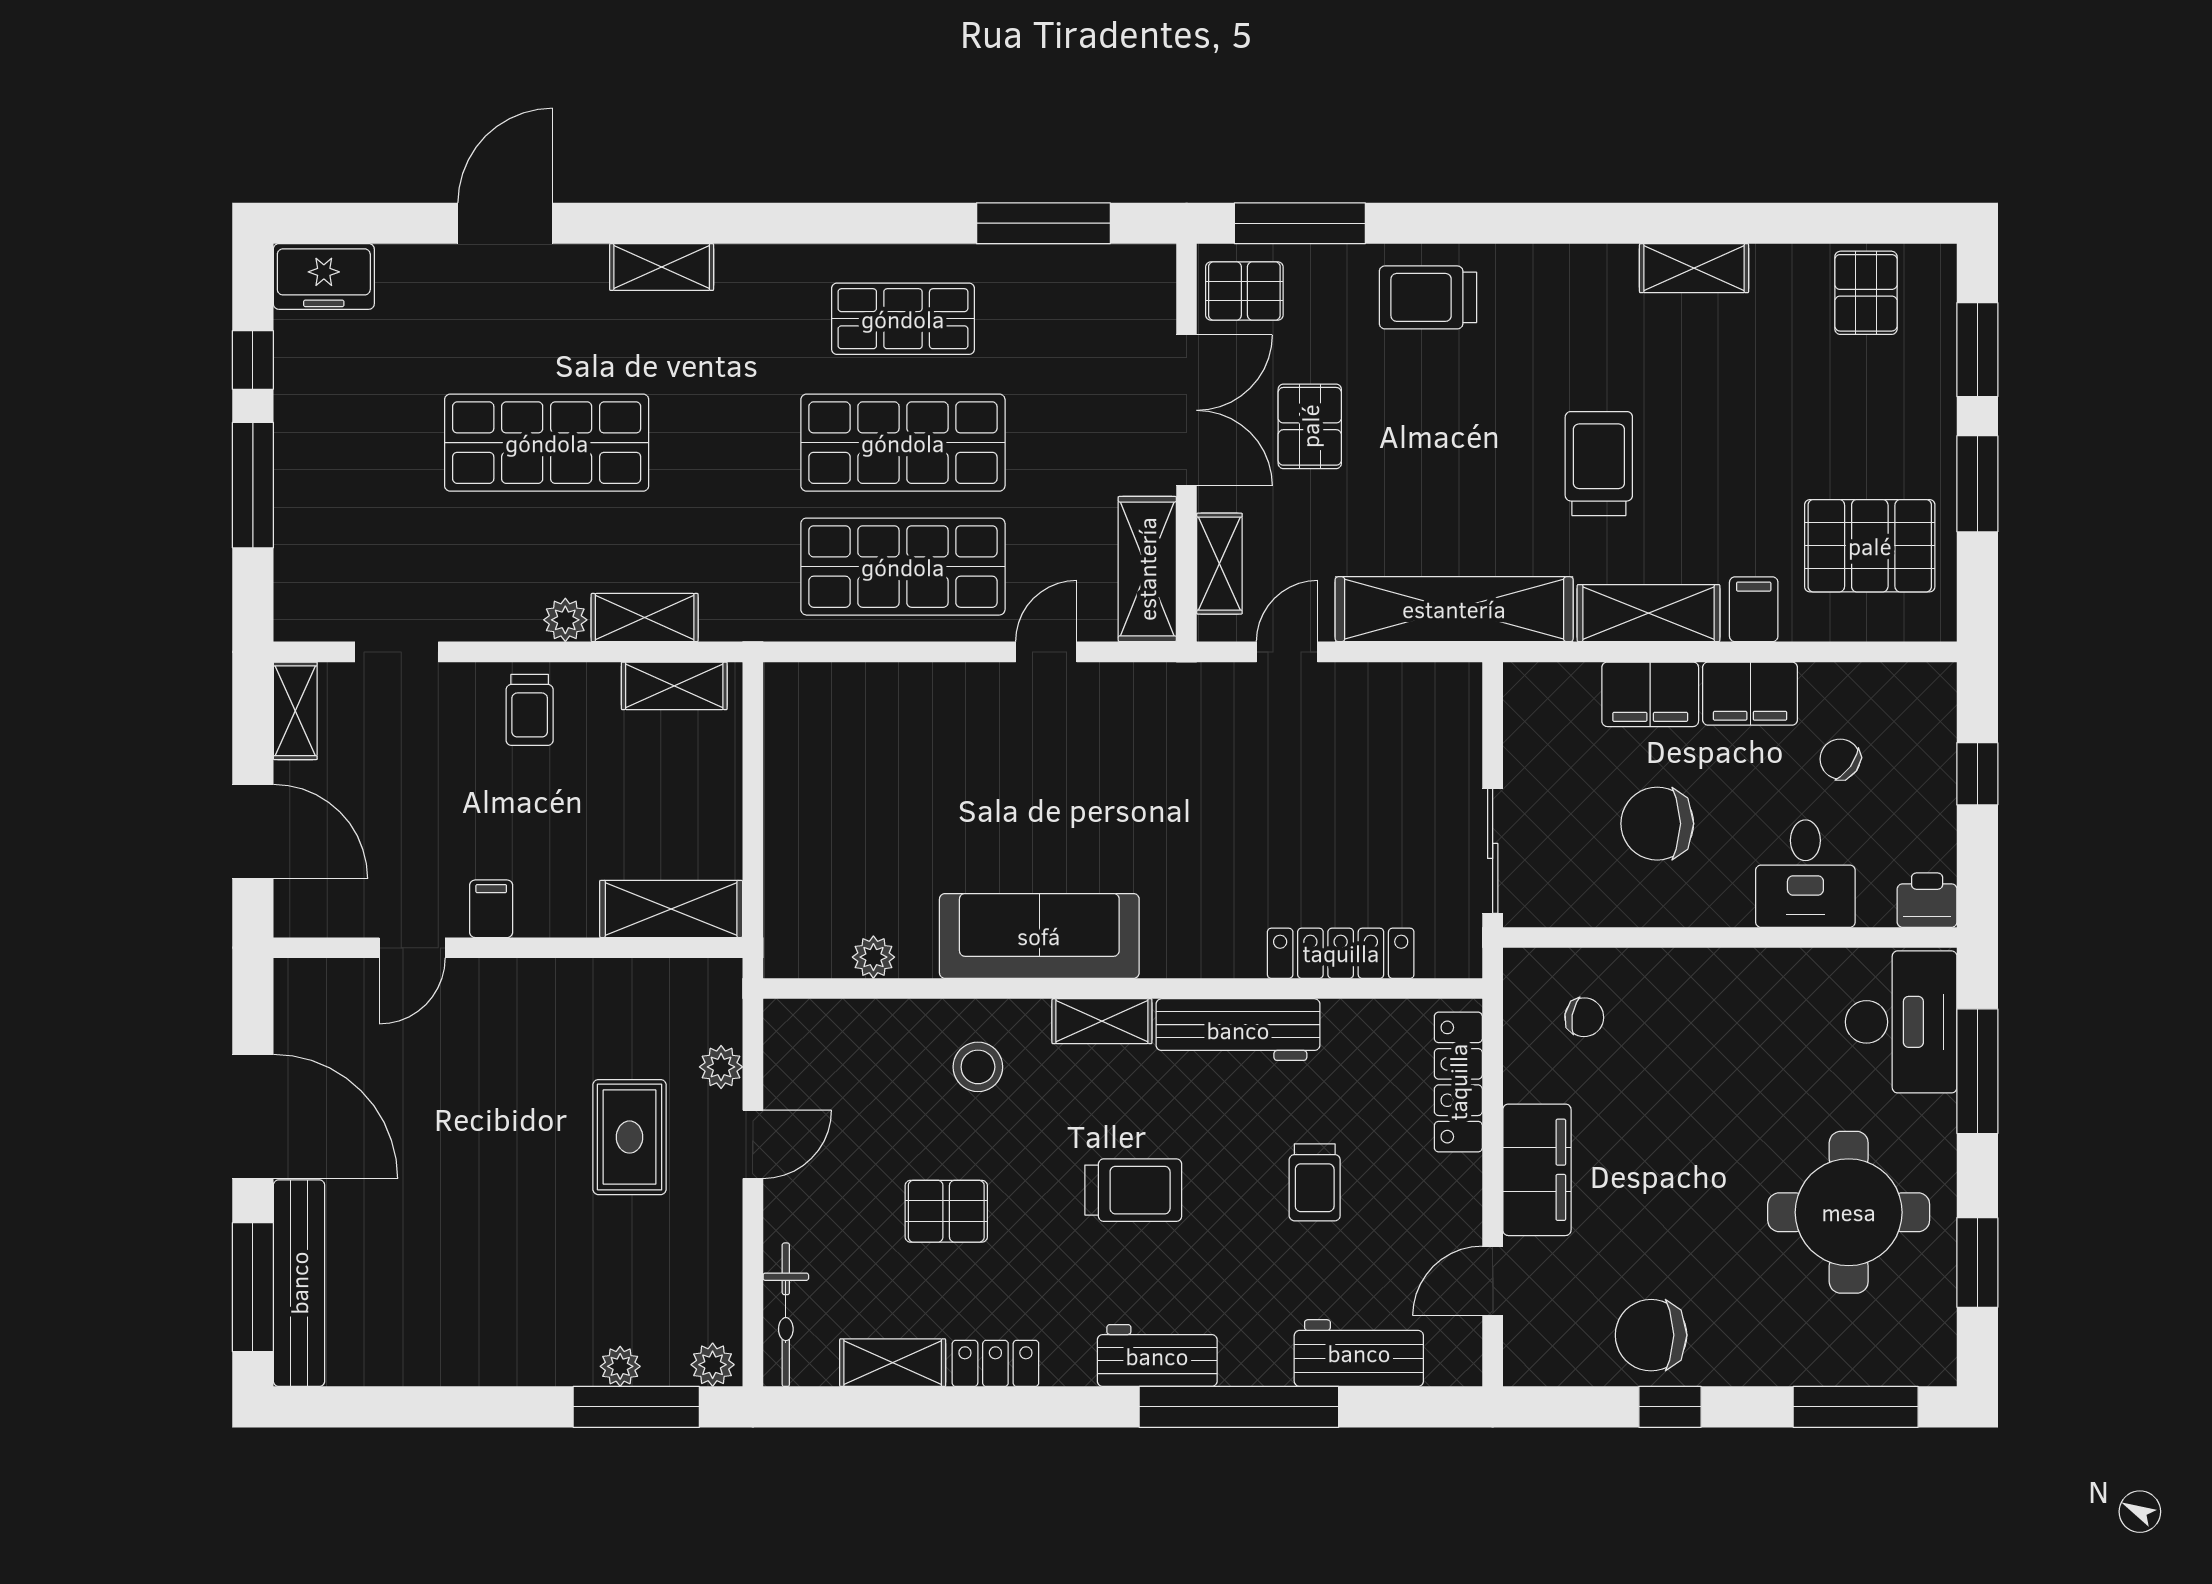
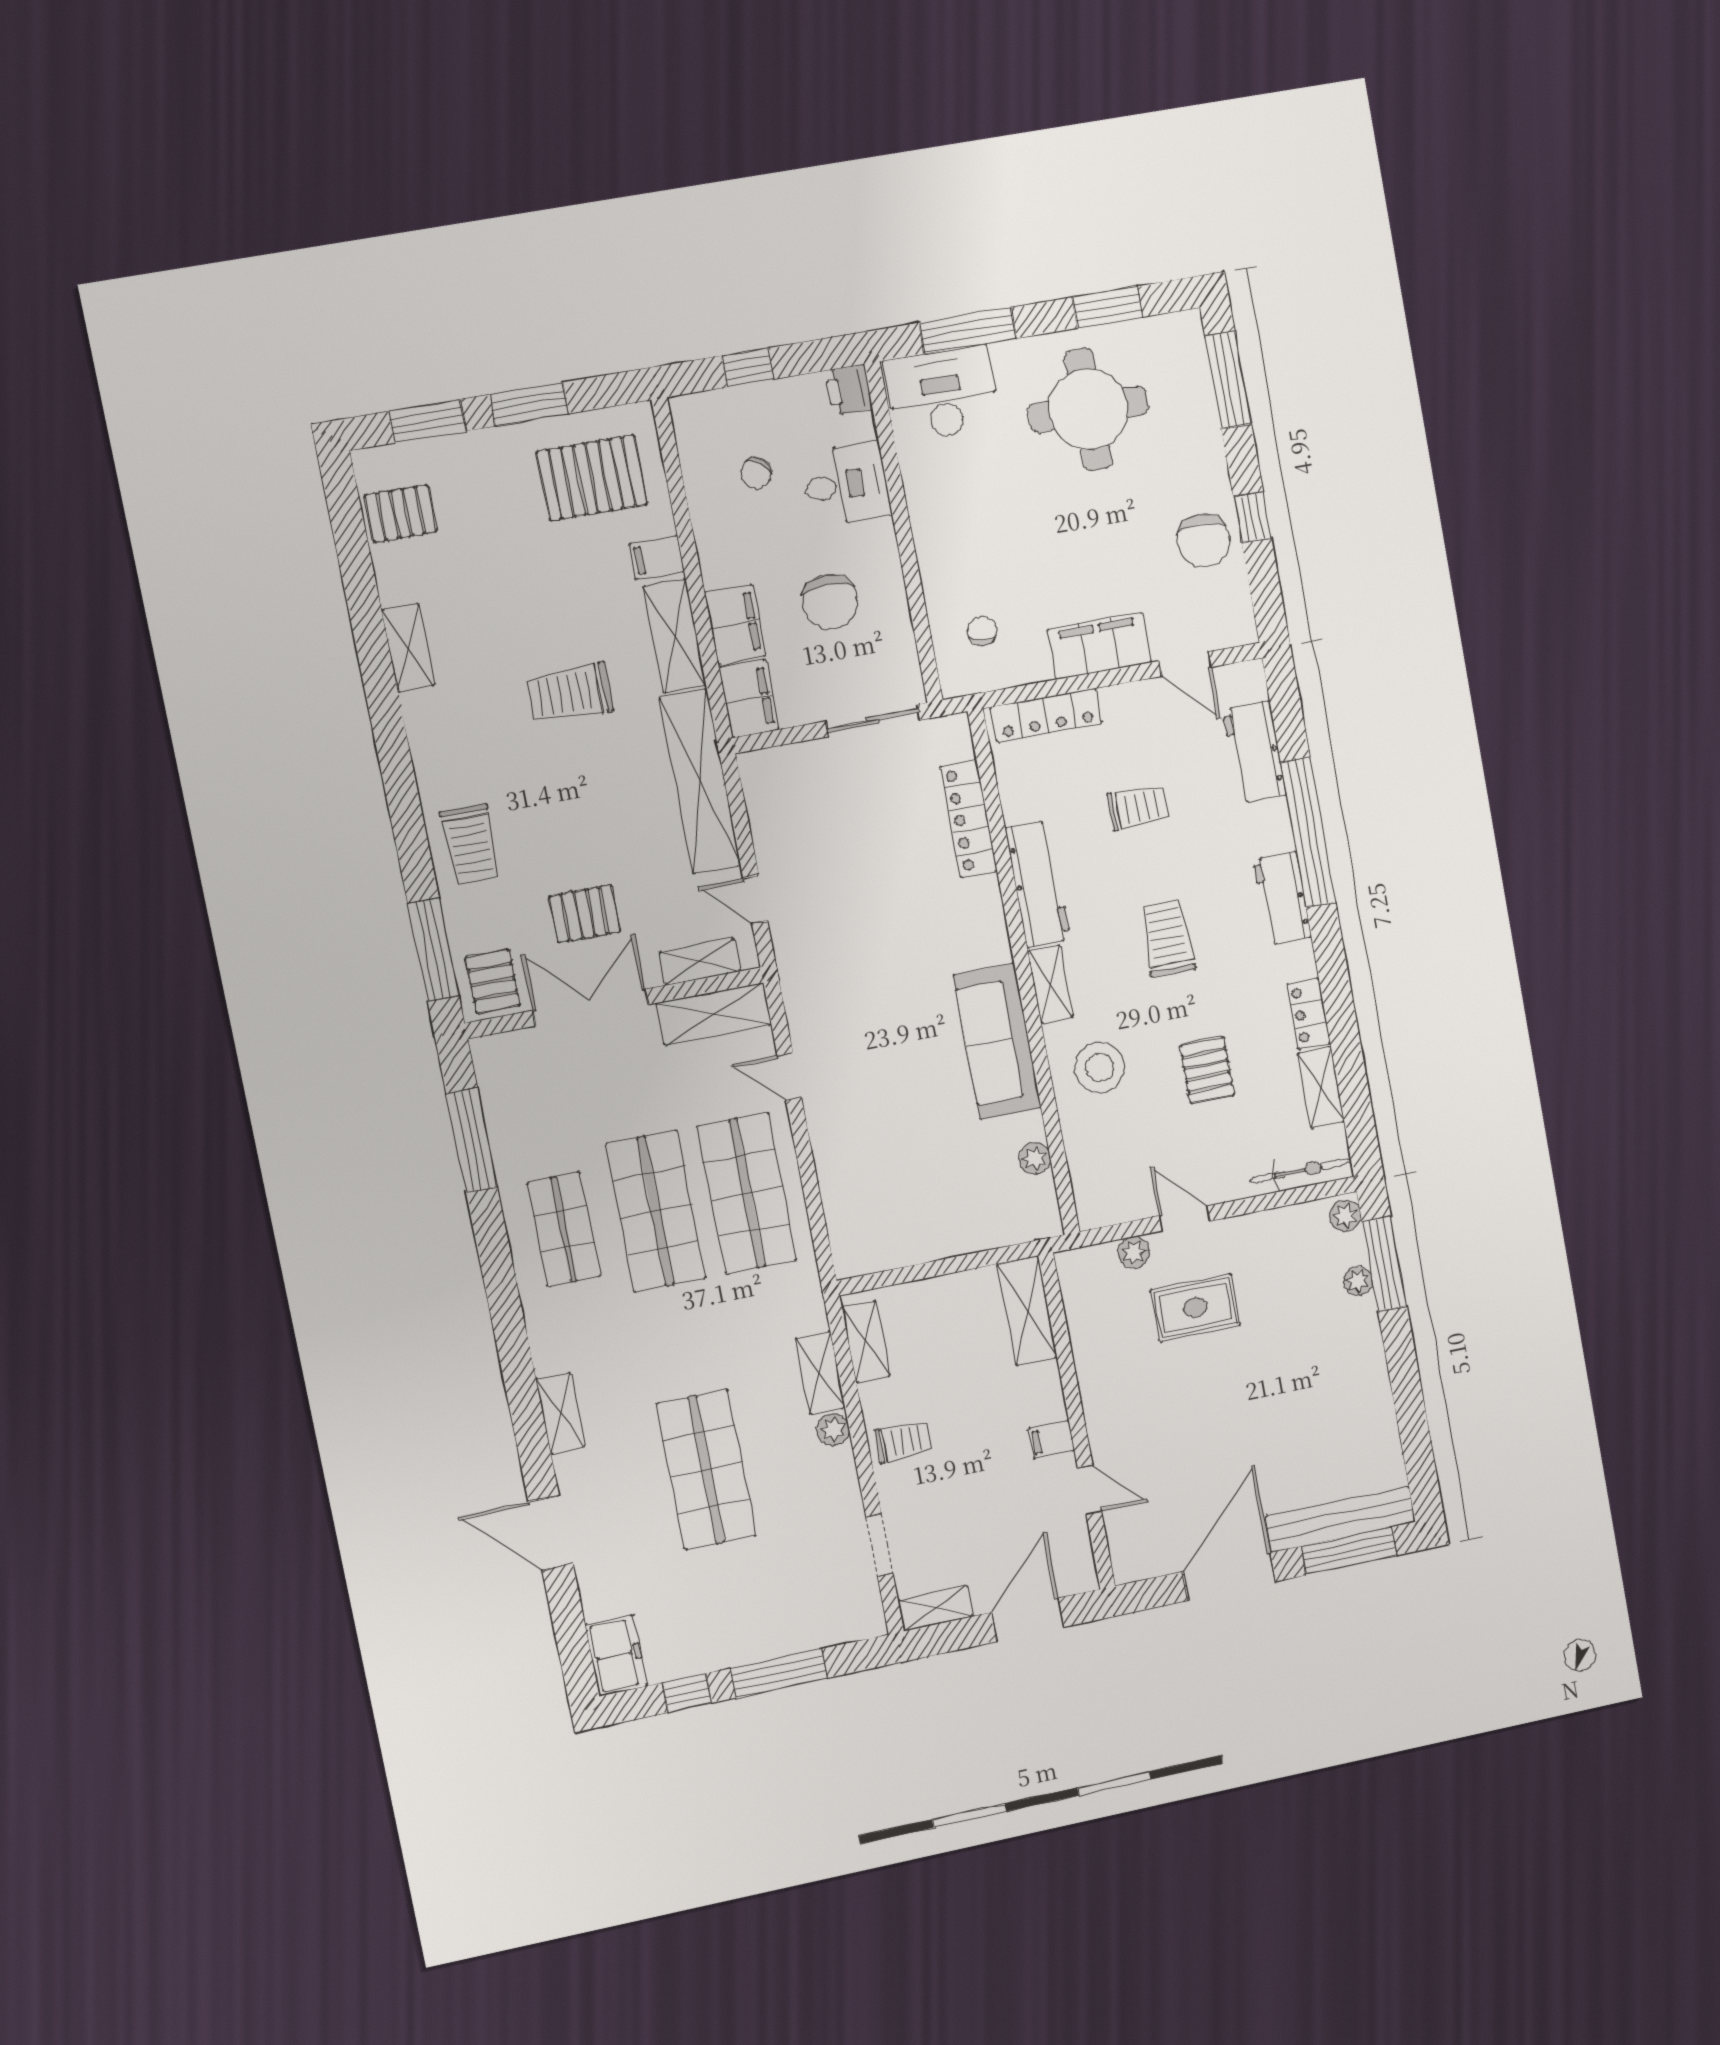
pallet: (1870, 546) -> (592, 478), turned 90
filing cabinet: (1750, 694) -> (749, 699), moved
stool: (978, 1067) -> (1100, 1068), width x1.38, depth x1.38

